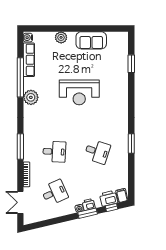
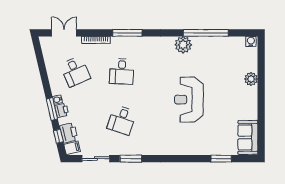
sofa: (91, 40) -> (248, 137), moved
row of seats: (29, 60) -> (226, 43), removed
sliding door: (131, 174) -> (96, 159), added

